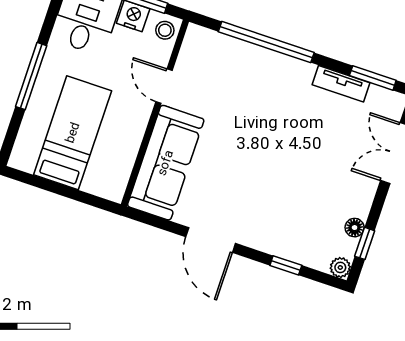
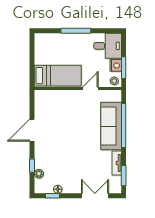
bed: (73, 133) -> (58, 76), moved
sofa: (166, 163) -> (111, 126), moved, turned 90
plant: (340, 267) -> (39, 174), moved

